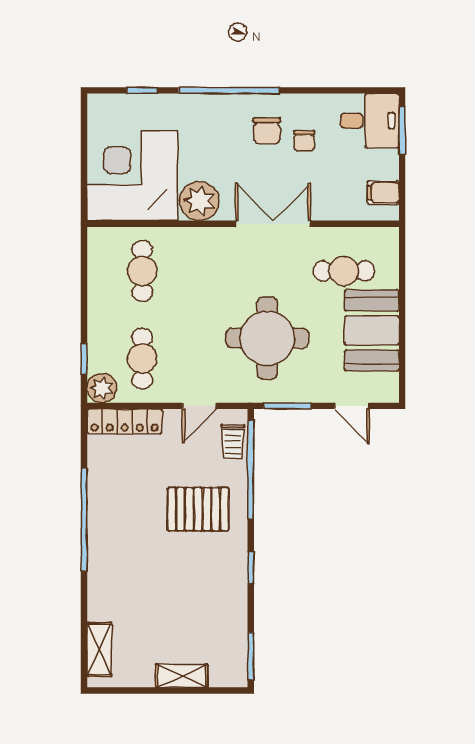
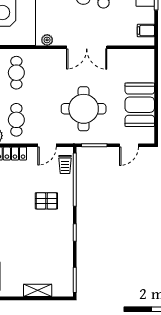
plant: (199, 201) -> (47, 40), width x0.53, depth x0.53
double door: (273, 224) -> (87, 47), swing flipped
cafe table: (344, 271) -> (125, 73), removed
door: (352, 406) -> (129, 145), hinge flipped
pallet: (198, 509) -> (46, 201), width x0.67, depth x0.71

